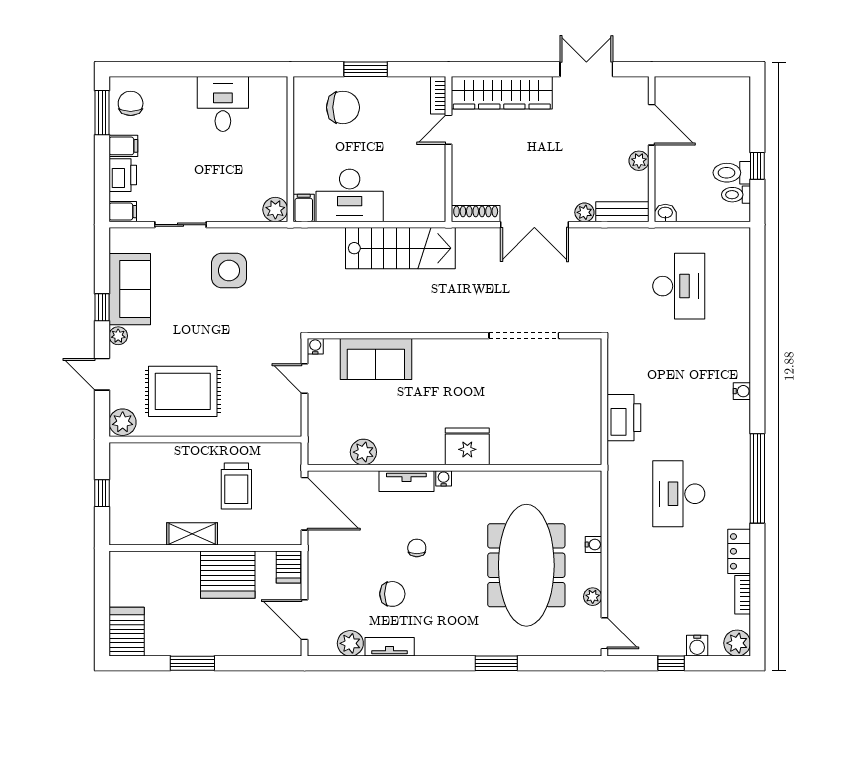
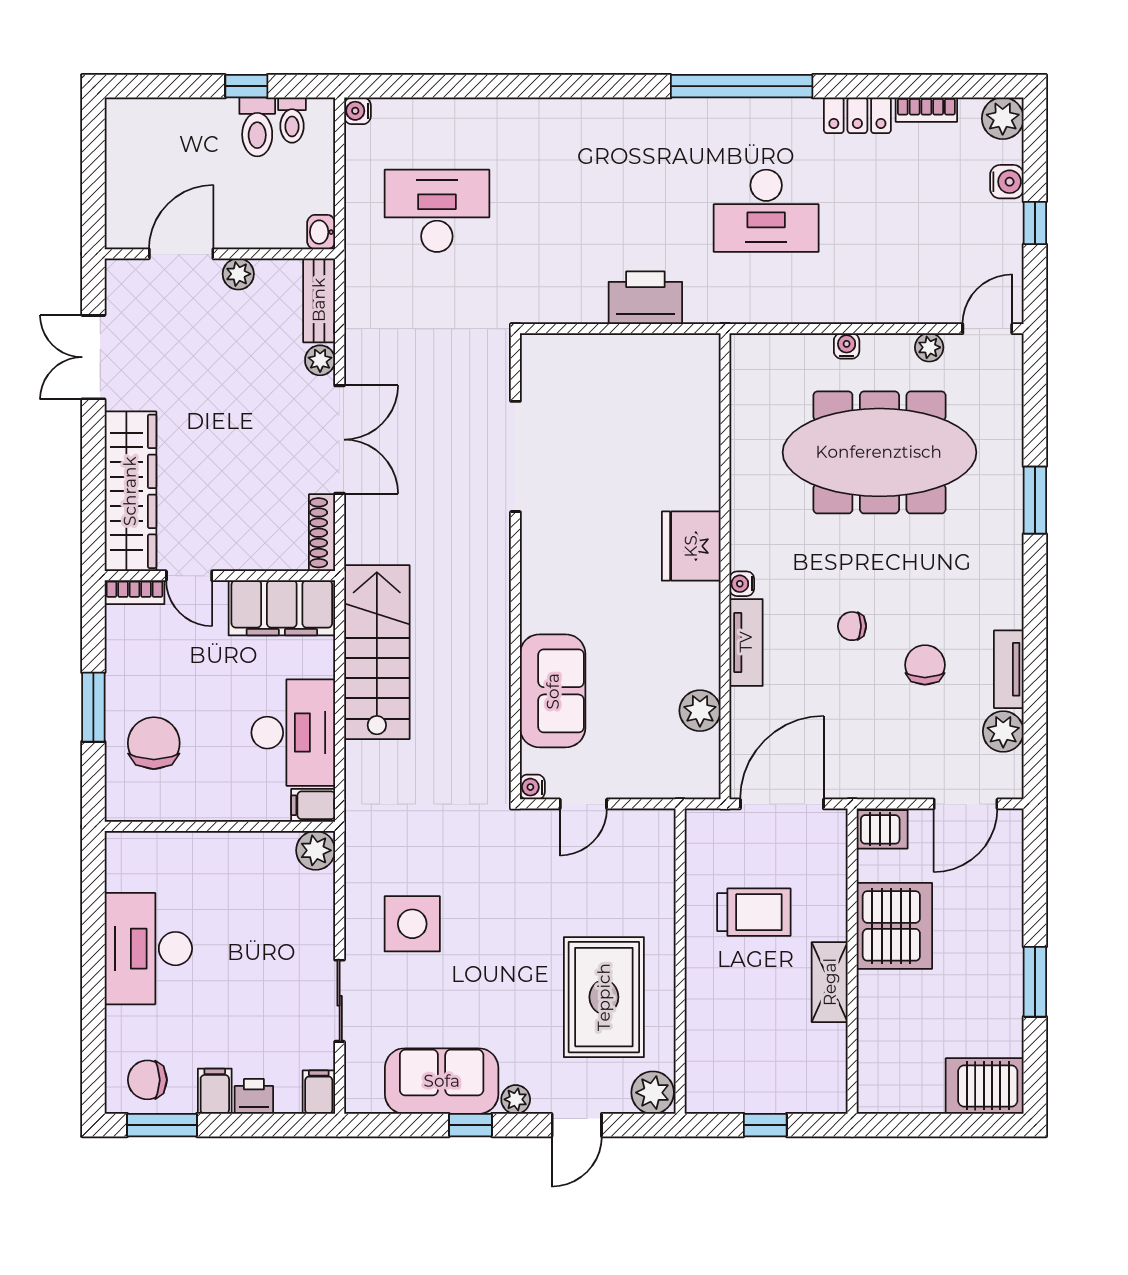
desk: (223, 104) -> (148, 949), width x1.37
printer: (123, 175) -> (254, 1096), width x0.73, depth x0.81
filing cabinet: (428, 188) -> (282, 608), added
water cooler: (742, 391) -> (357, 111), moved, turned -90

